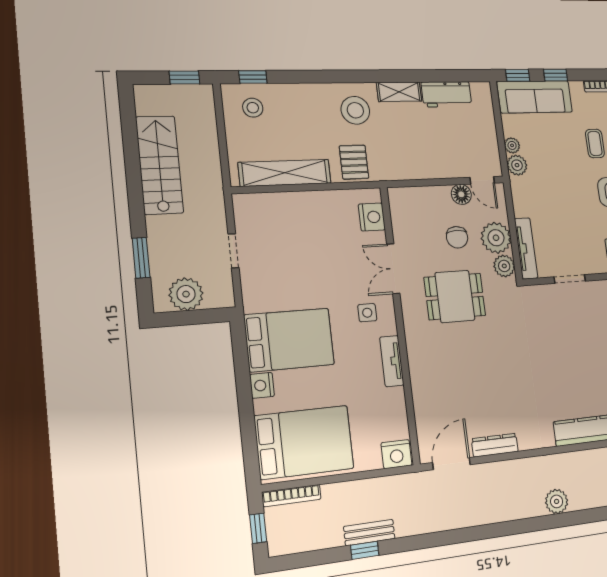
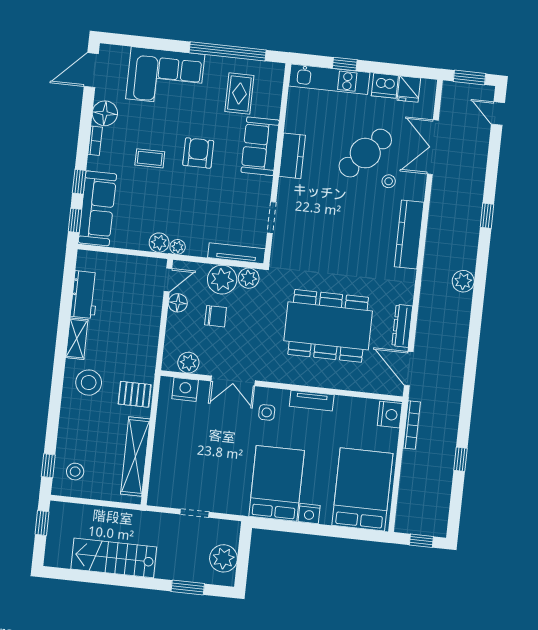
plant: (512, 145) -> (178, 247), moved
plant: (402, 216) -> (188, 363), added
dining table: (455, 296) -> (328, 326), moved, width x1.88, depth x1.24
bookcase: (291, 496) -> (412, 425), moved
bench: (369, 533) -> (447, 452), removed

